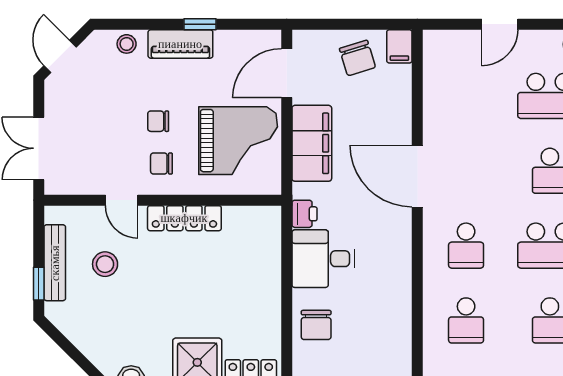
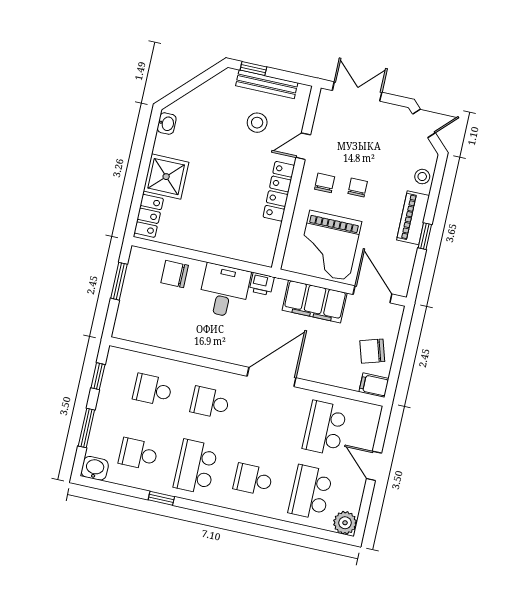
school desk: (466, 96) -> (325, 428), added

